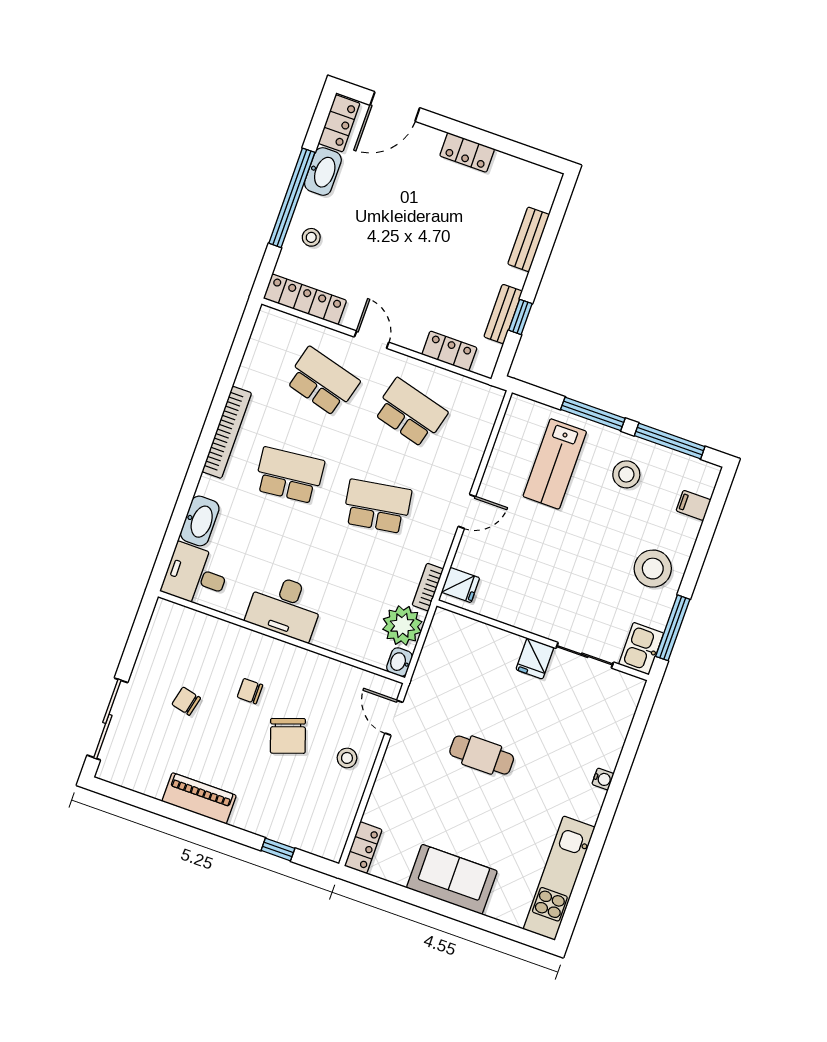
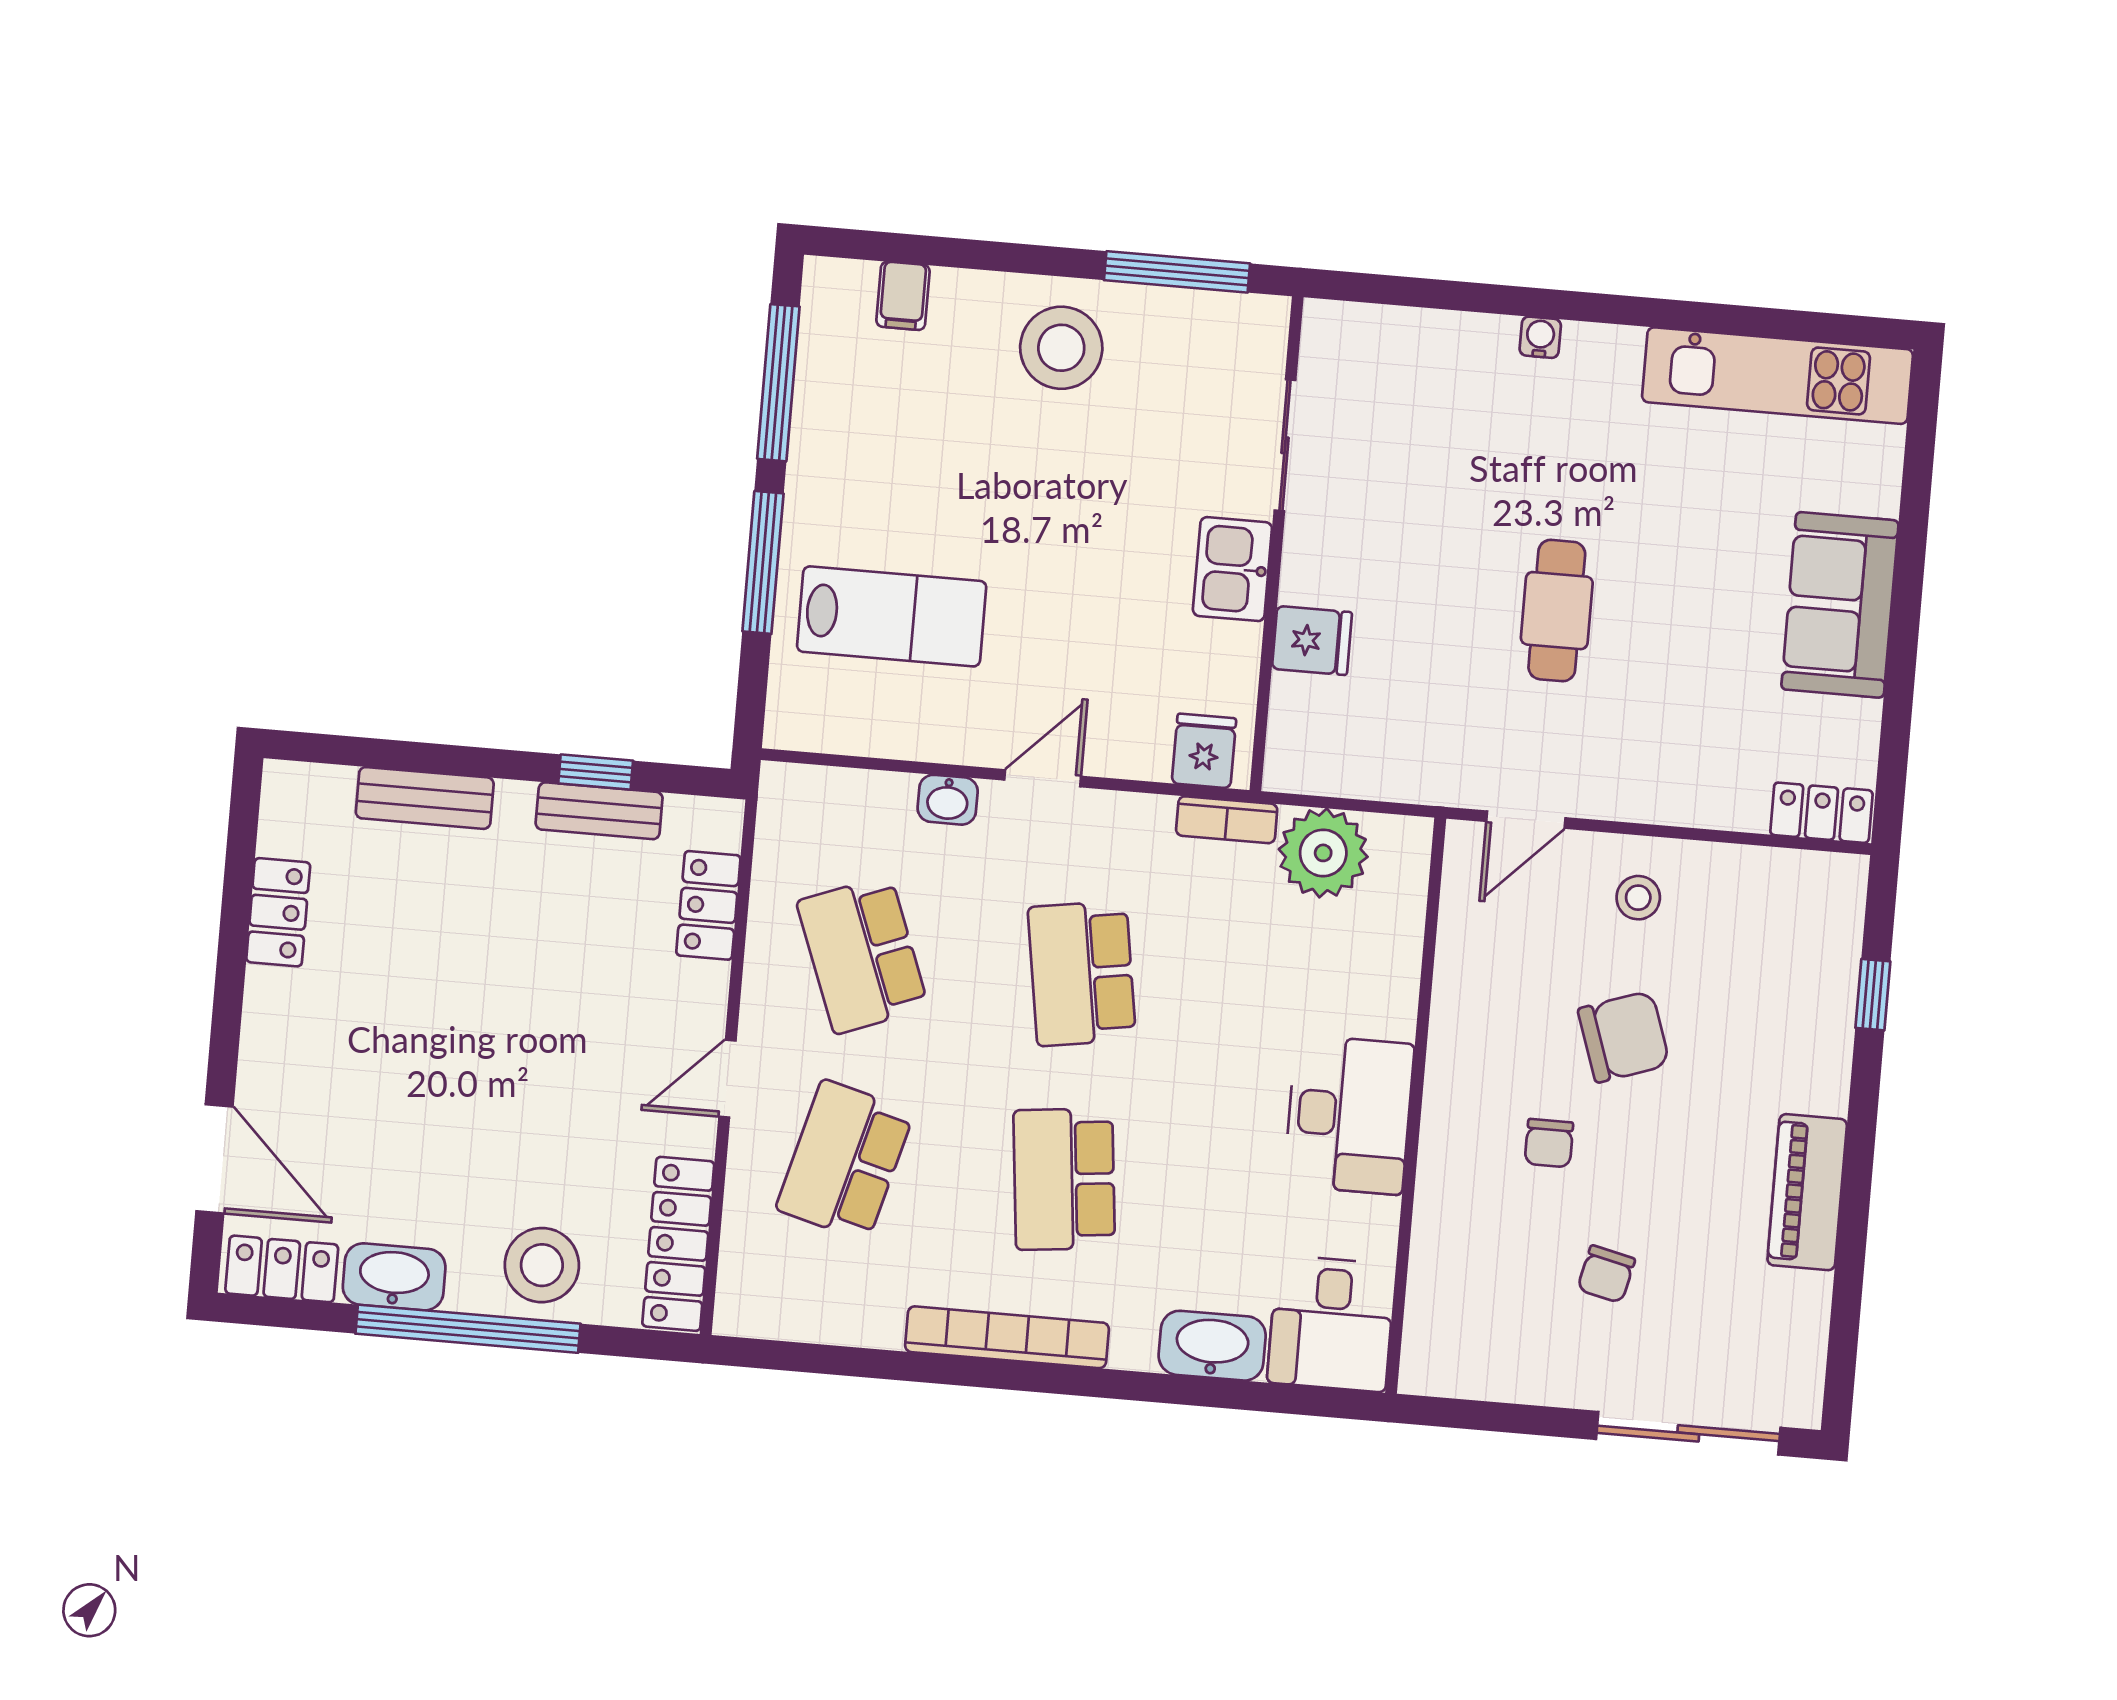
locker: (467, 152) -> (278, 912), moved
stool: (311, 237) -> (542, 1265), width x1.89, depth x1.89
school desk: (410, 413) -> (862, 955), turned -36
stool: (626, 474) -> (874, 457), removed
door: (467, 511) -> (1043, 778), hinge flipped
kitchen sink: (641, 649) -> (1232, 569), moved, turned 90
fridge: (535, 658) -> (1312, 641), moved
washbasin: (399, 662) -> (948, 800), moved

